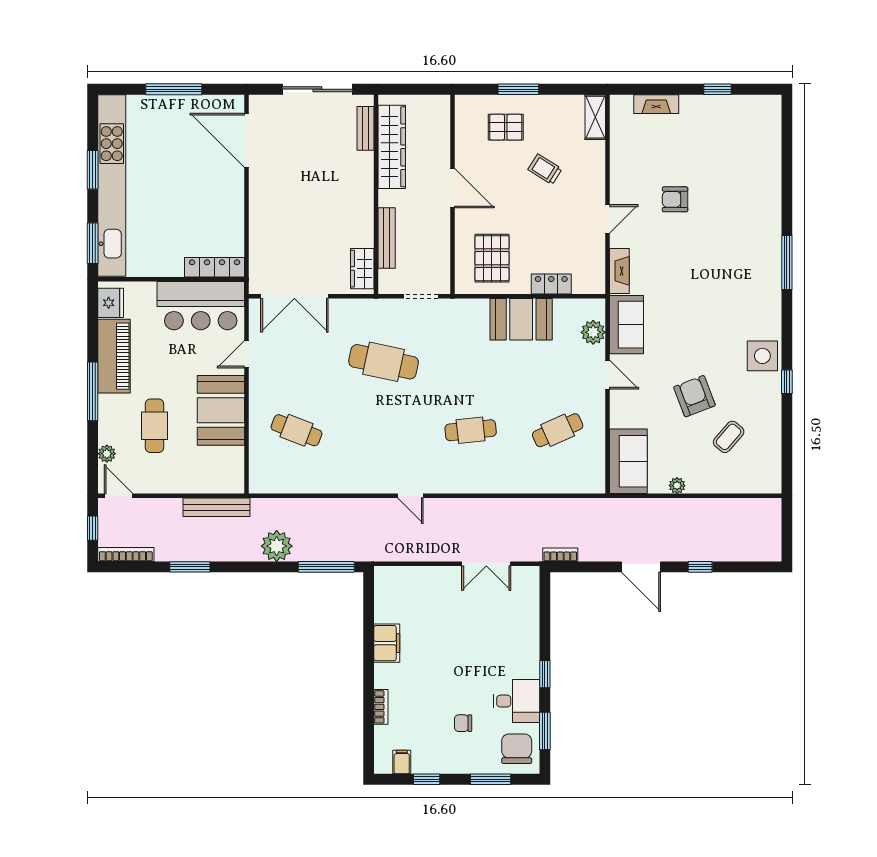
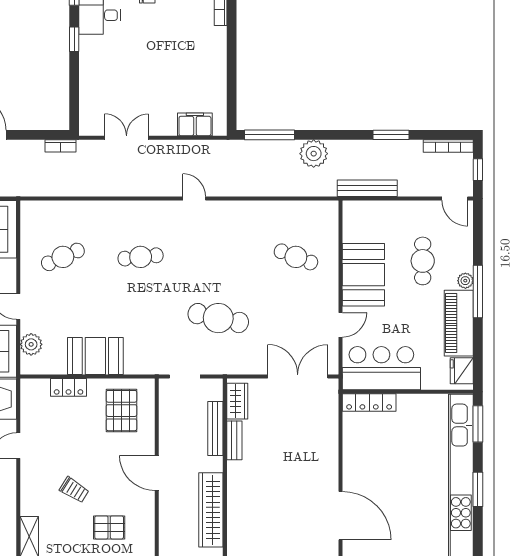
bench: (366, 128) -> (234, 440), moved
plant: (107, 454) -> (465, 281), moved
filing cabinet: (387, 643) -> (195, 124), moved, turned 90

